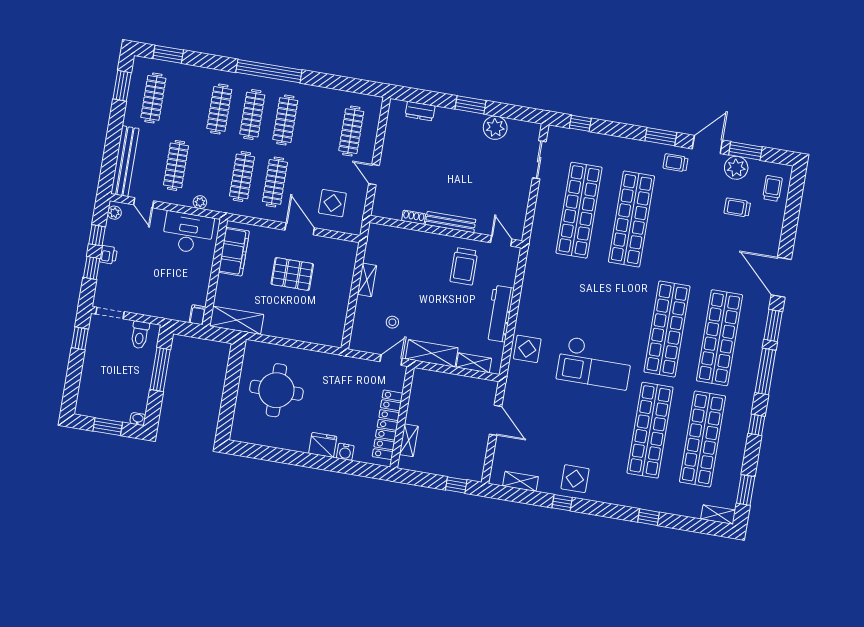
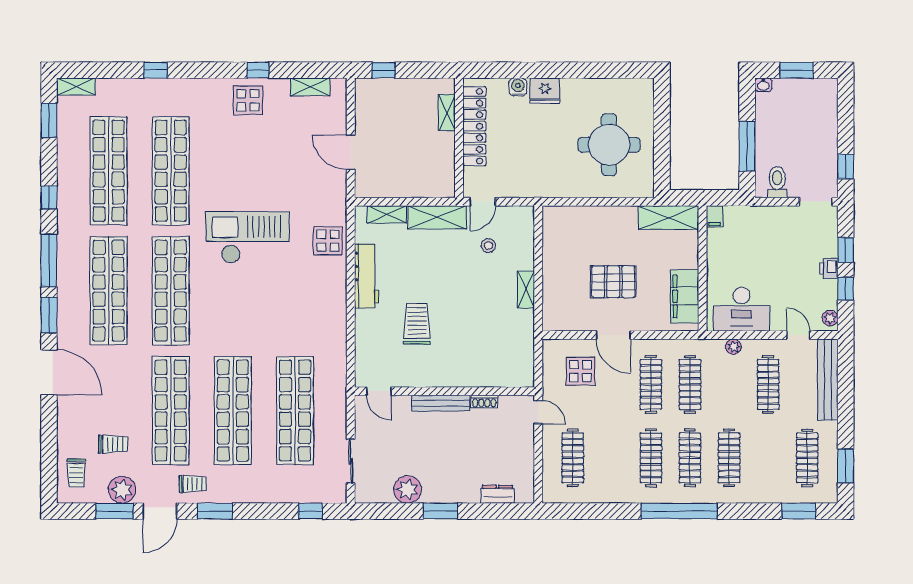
shoe rack: (414, 217) -> (484, 401), moved
bench: (450, 222) -> (441, 403), moved
shop shelf: (684, 228) -> (171, 411), added
wall: (446, 232) -> (444, 391), moved
door: (501, 241) -> (379, 391), moved

